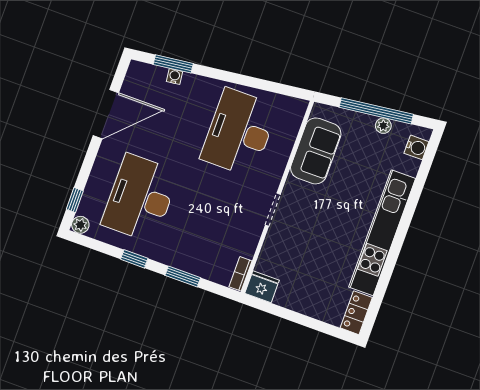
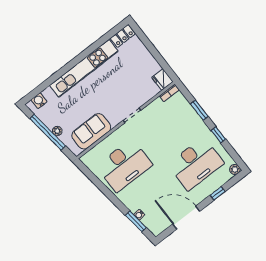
plant: (383, 126) -> (57, 131), moved
window: (75, 200) -> (218, 193), moved

